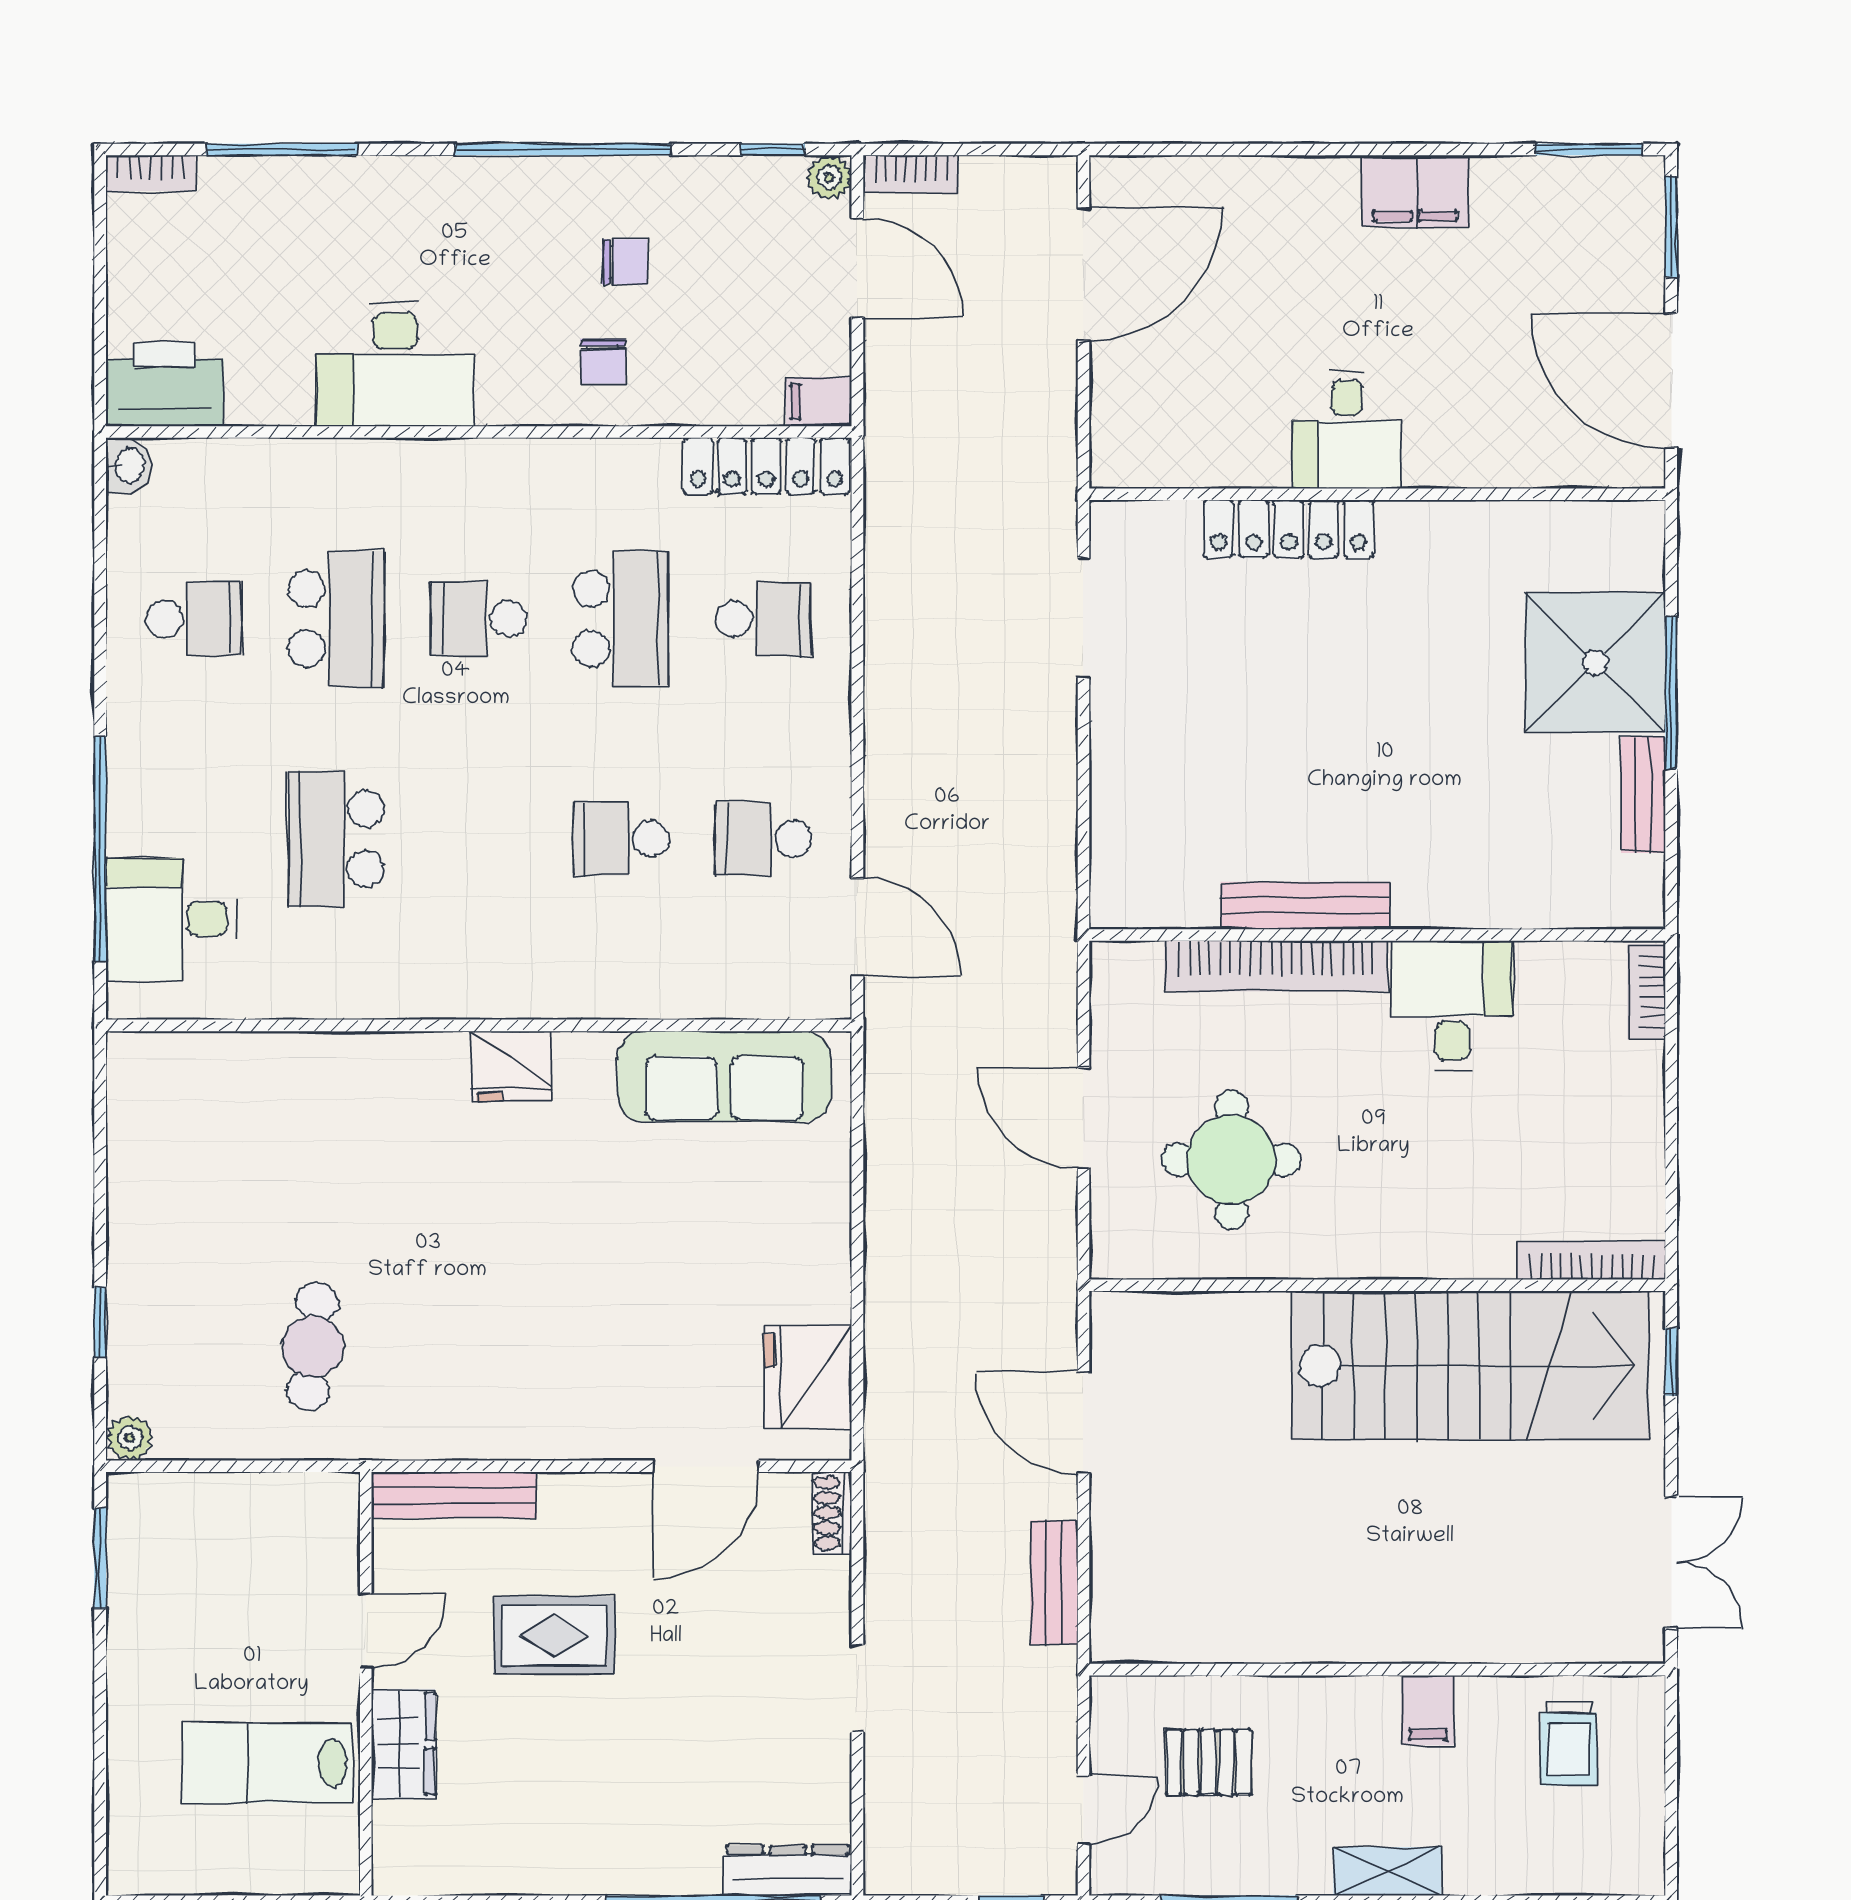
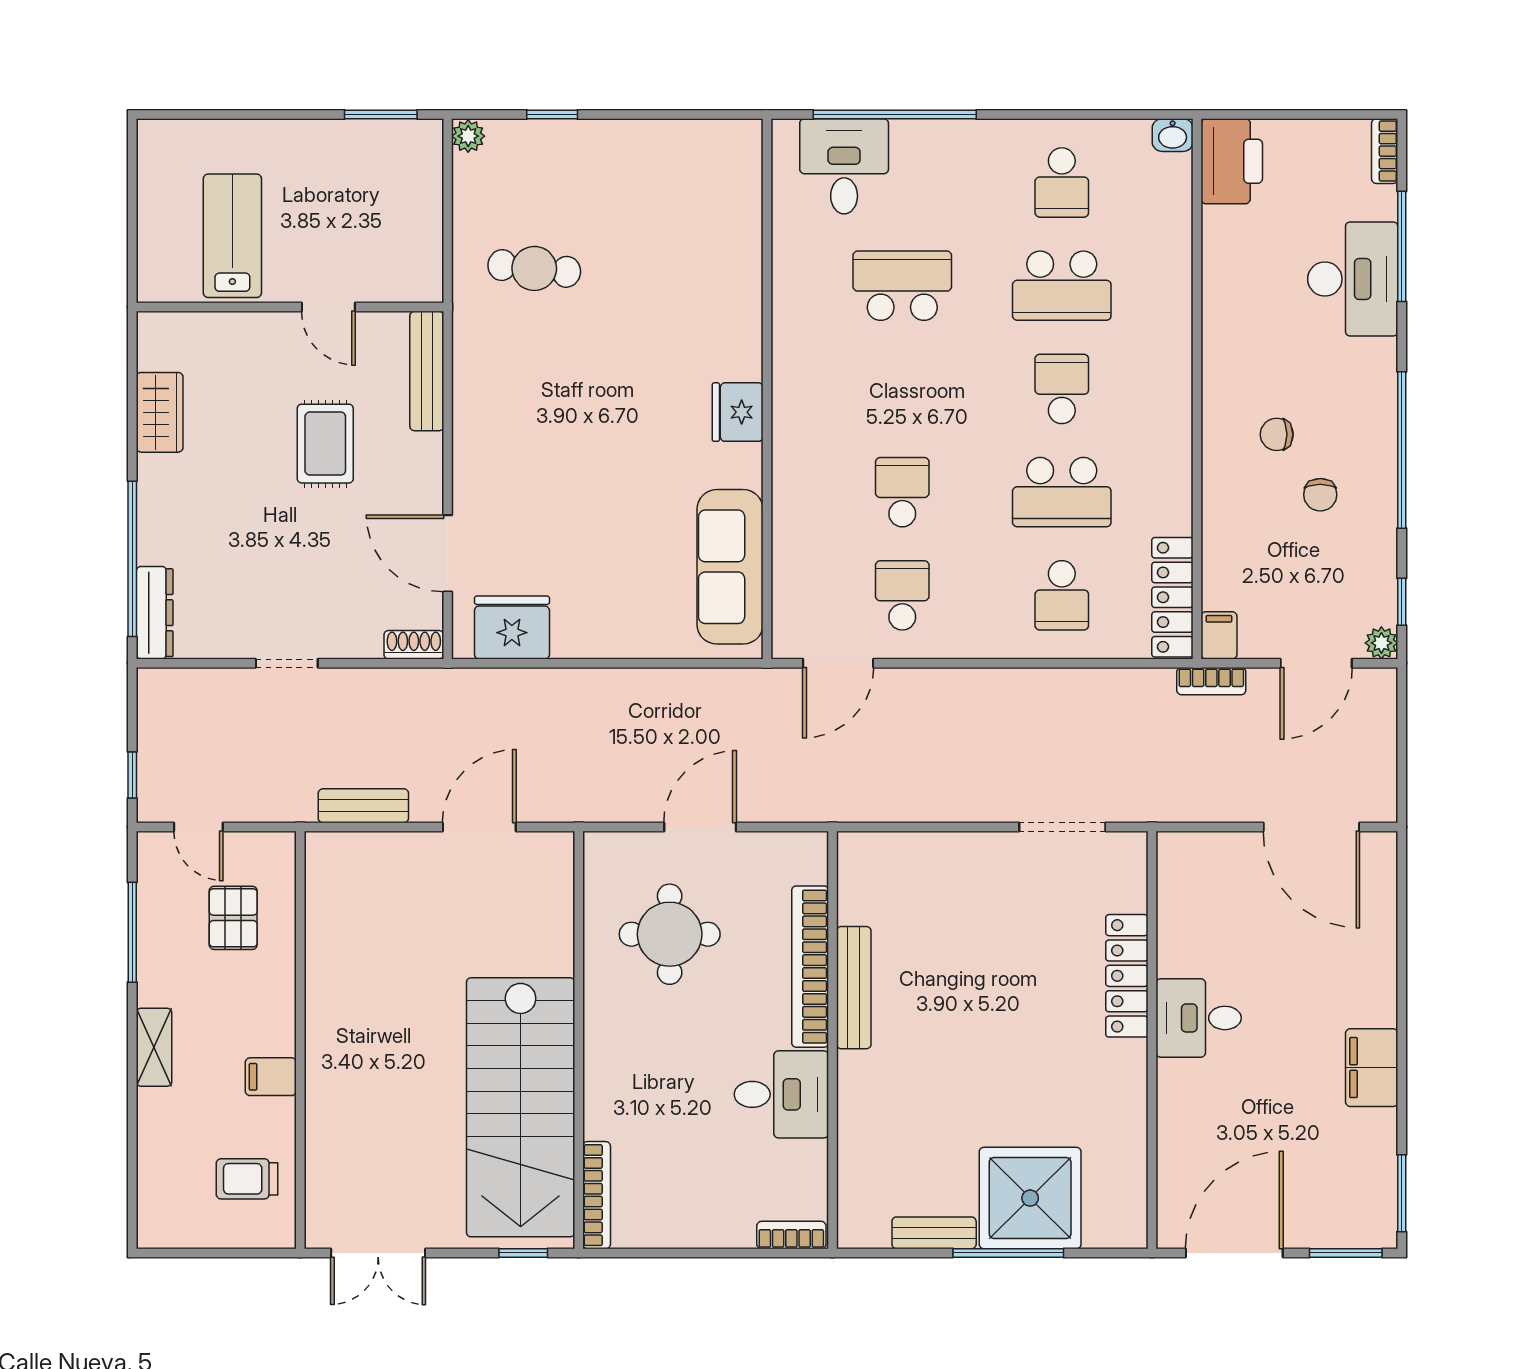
bookcase: (911, 174) -> (1211, 681), moved, turned -90
chair: (603, 361) -> (1277, 434), moved
desk: (395, 364) -> (1353, 279), moved, turned 180
wardrobe: (403, 1744) -> (160, 412), moved, turned -90

